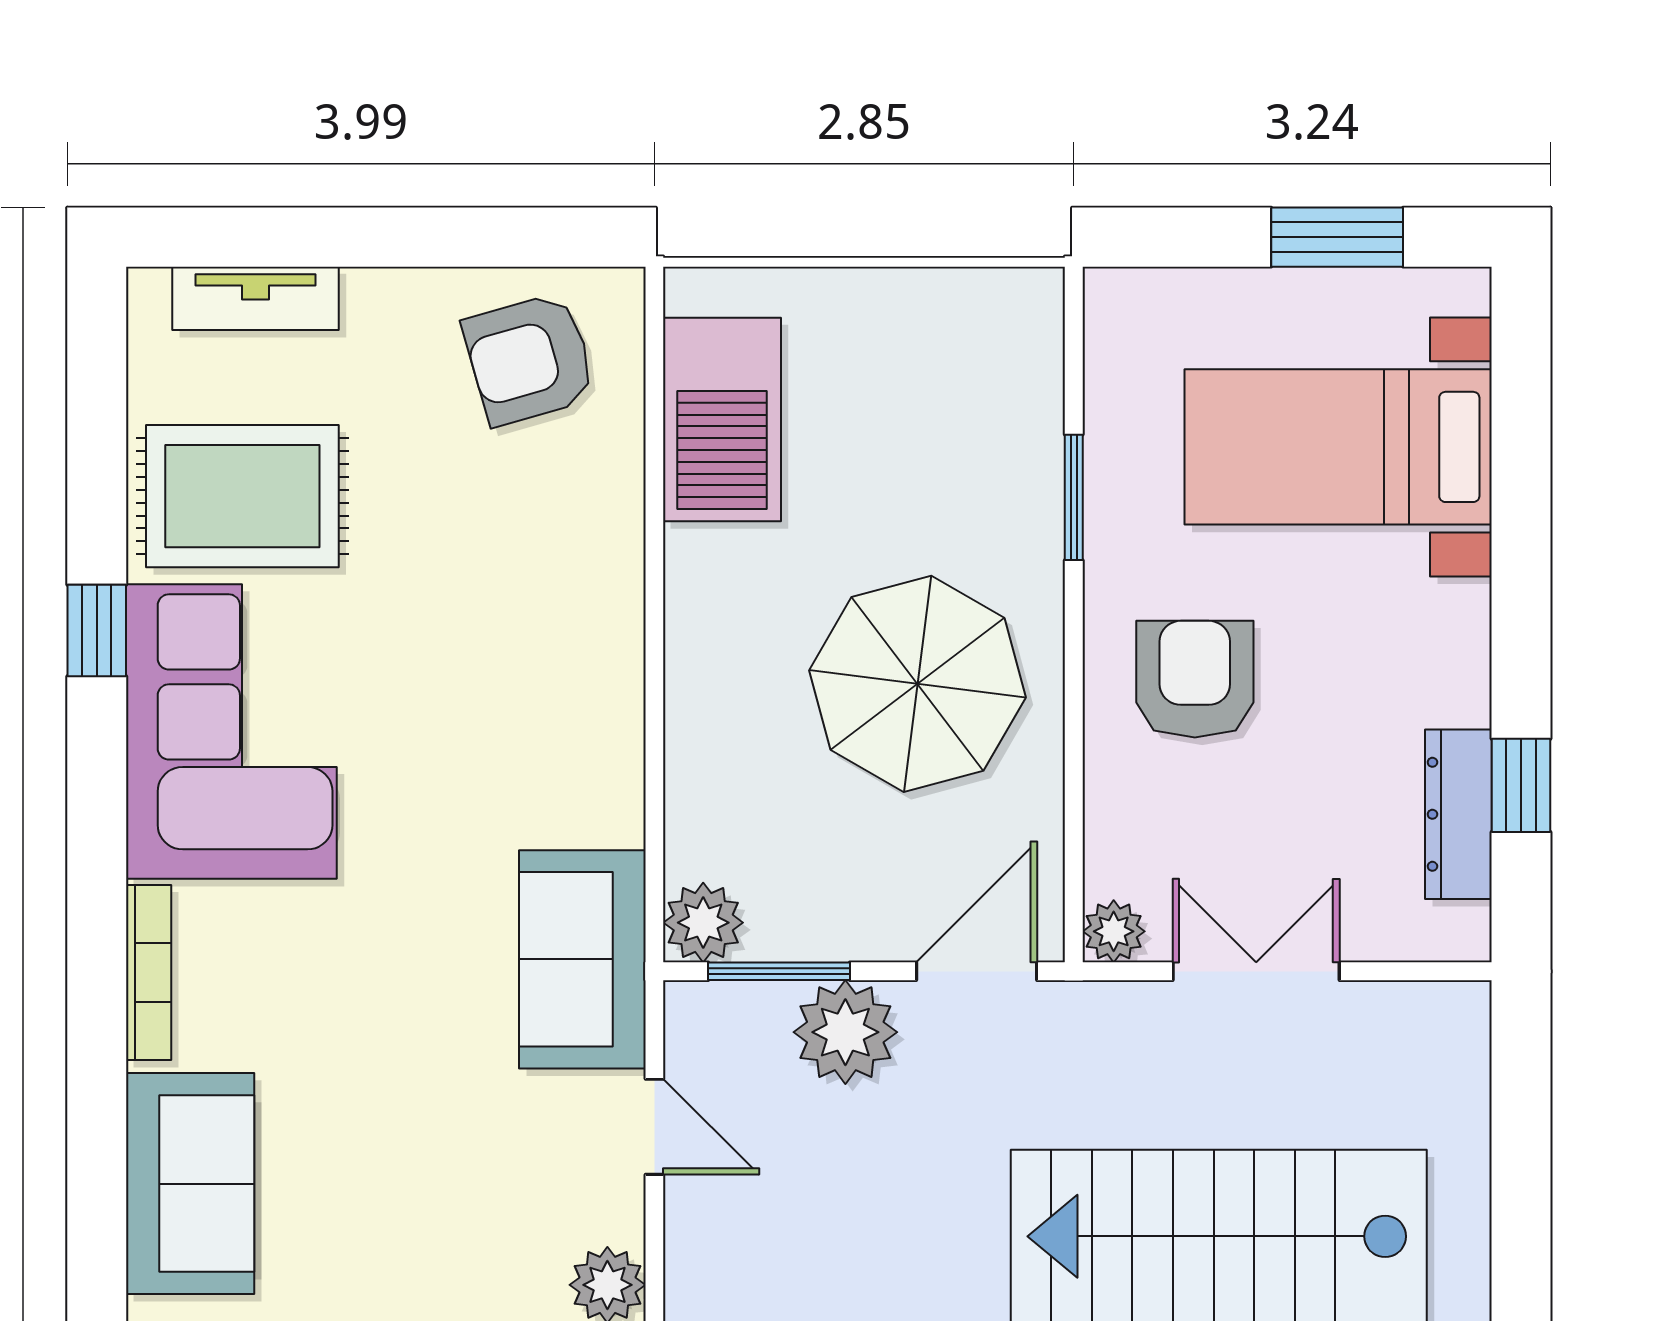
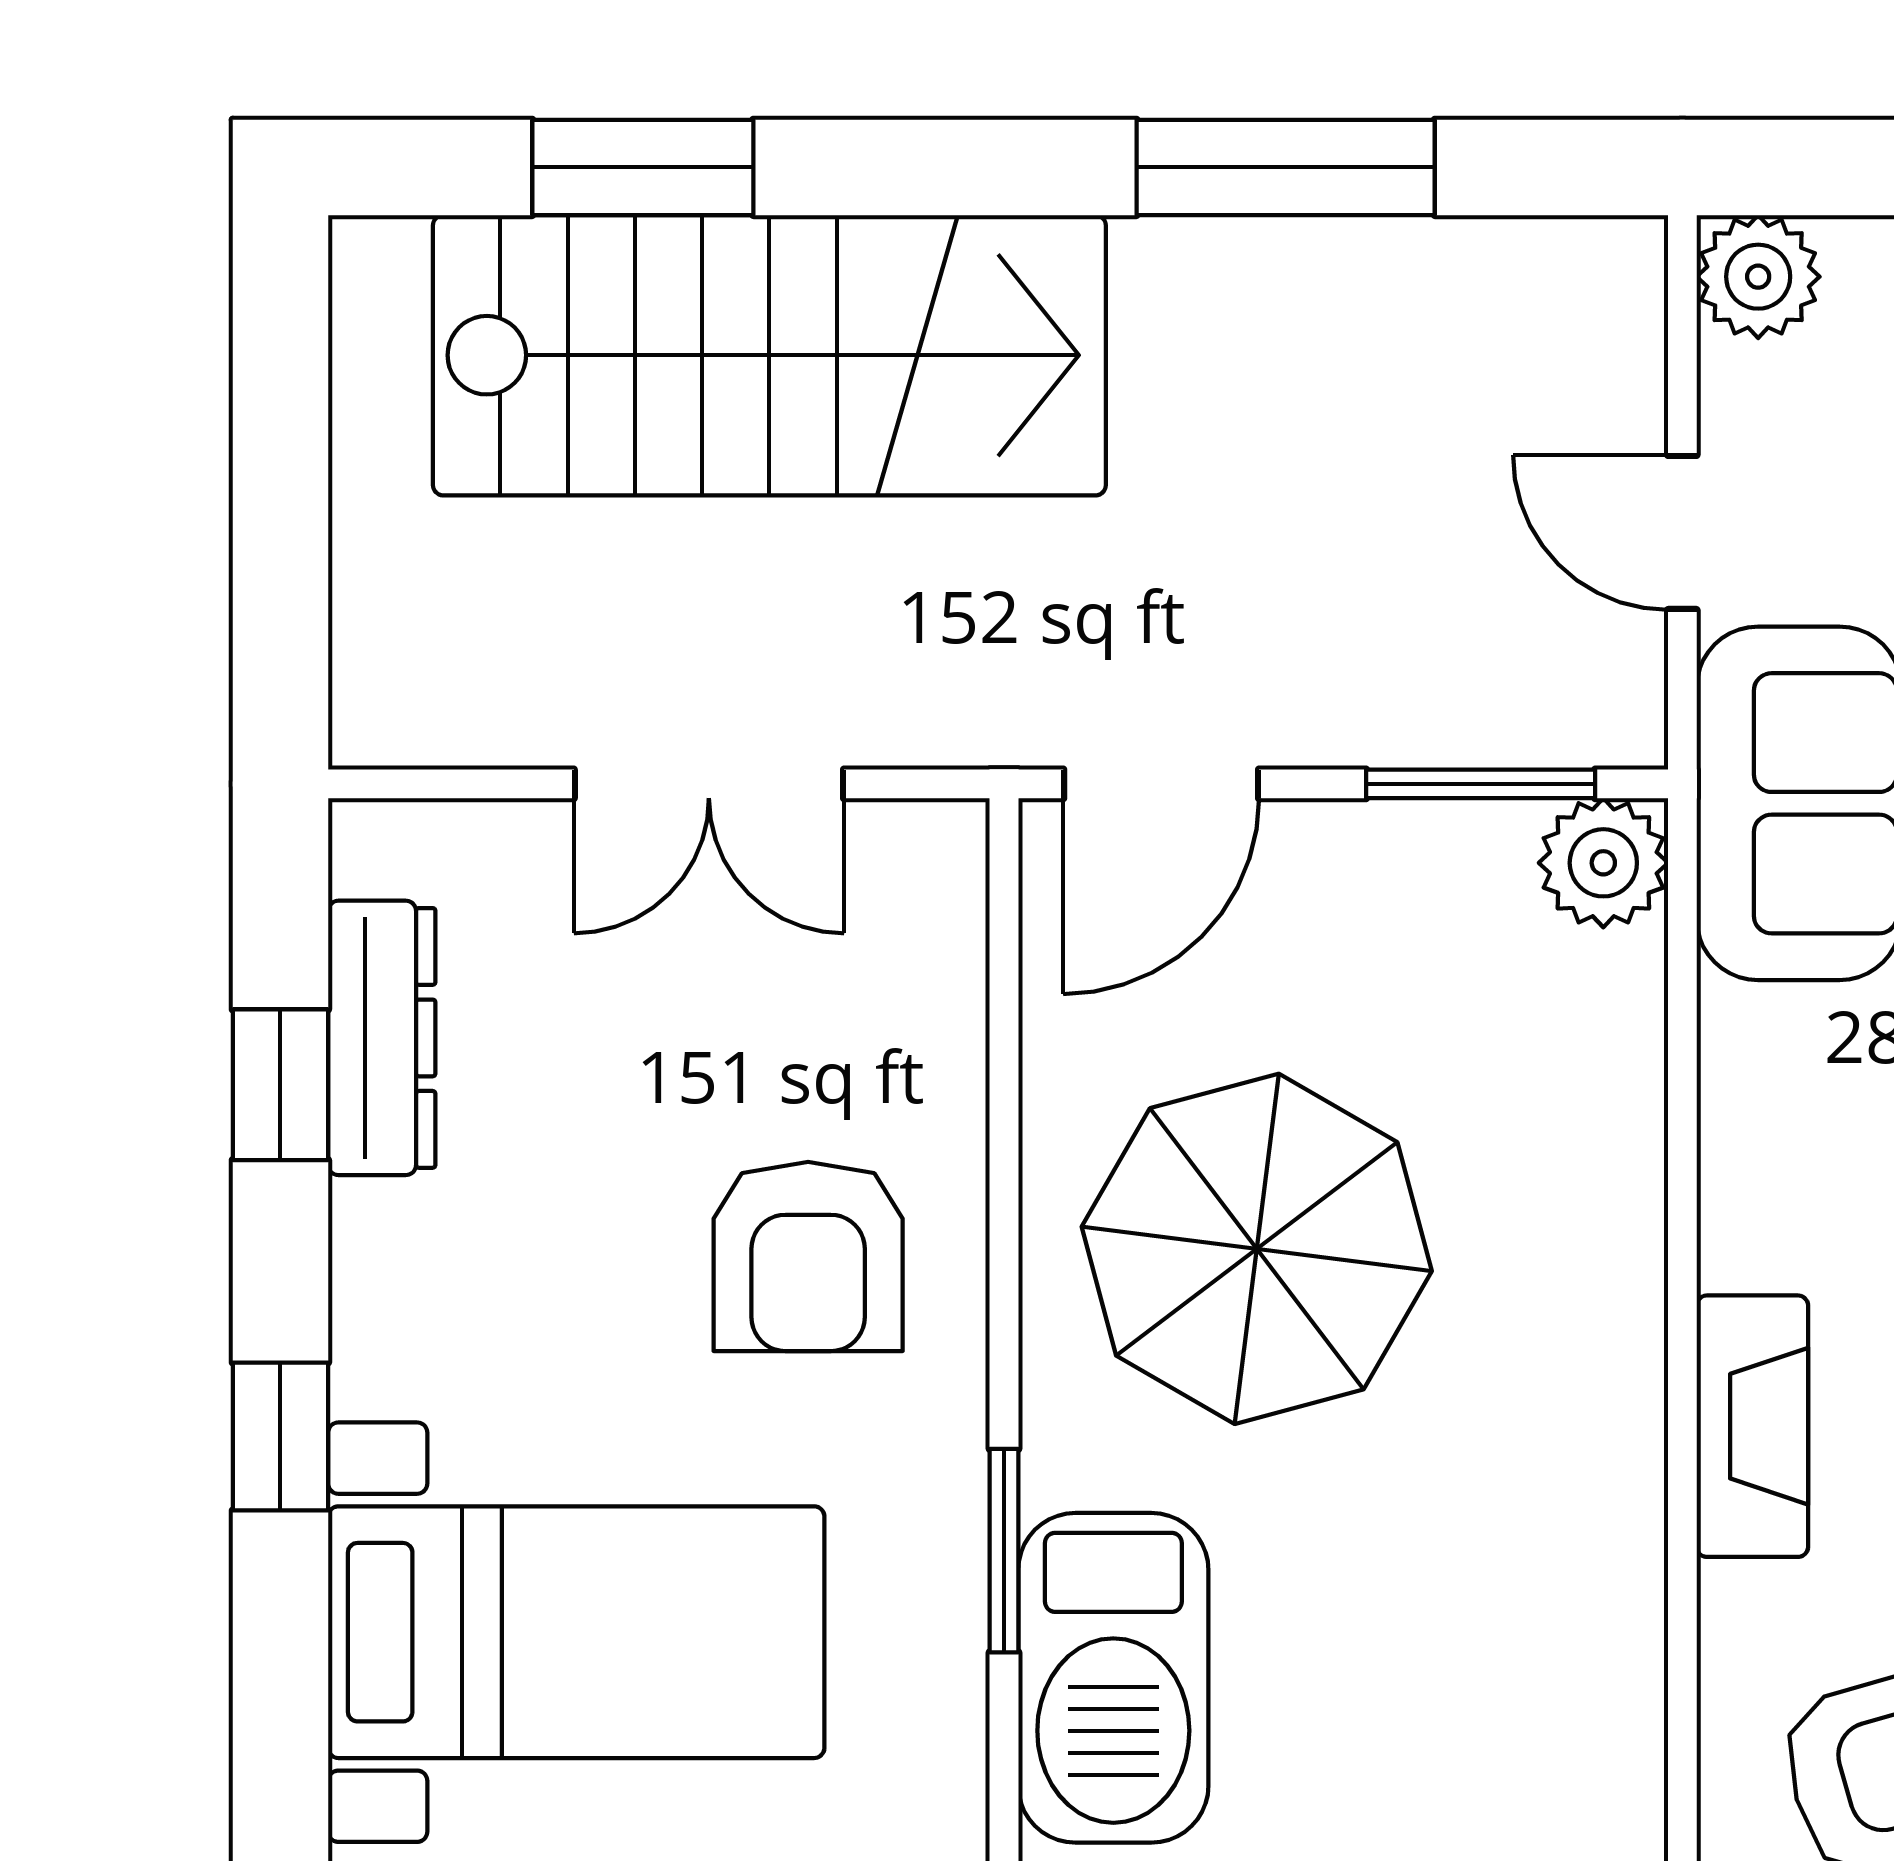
barbecue: (722, 419) -> (1113, 1678), moved, turned 180
window: (1521, 568) -> (280, 1436), added
fireplace: (611, 574) -> (1752, 1426), added
plant: (1114, 931) -> (939, 849), removed
plant: (845, 1032) -> (1373, 686), removed

